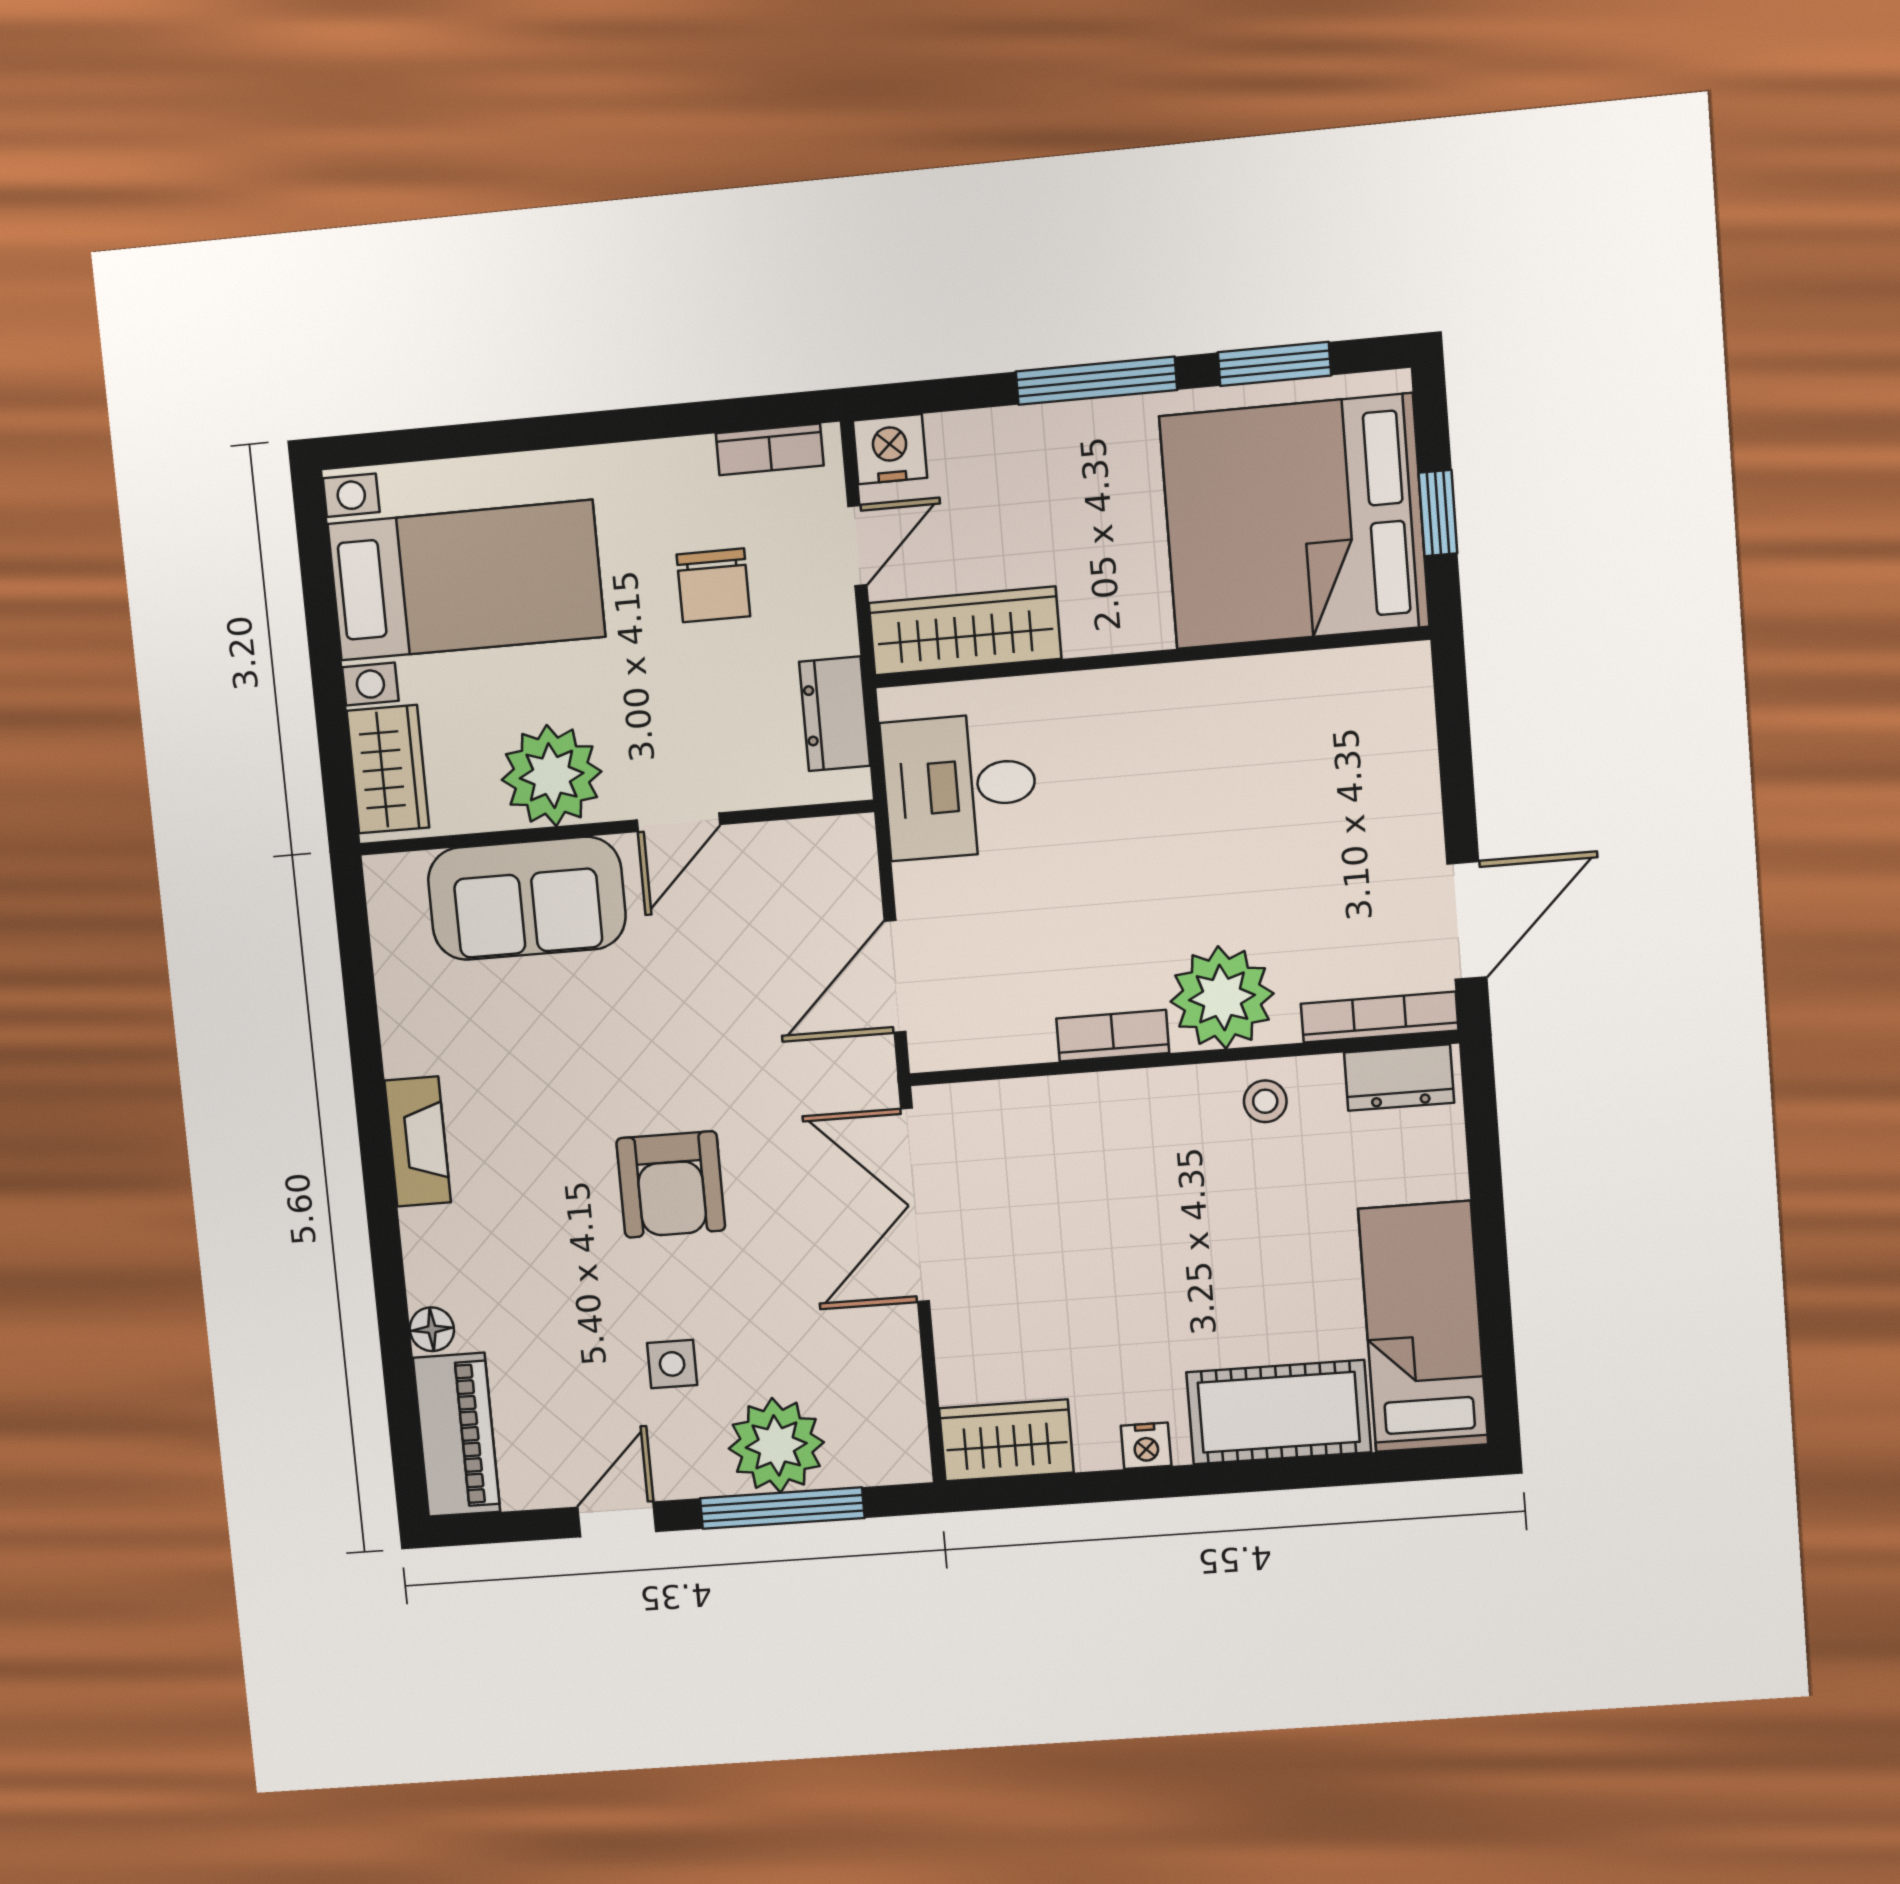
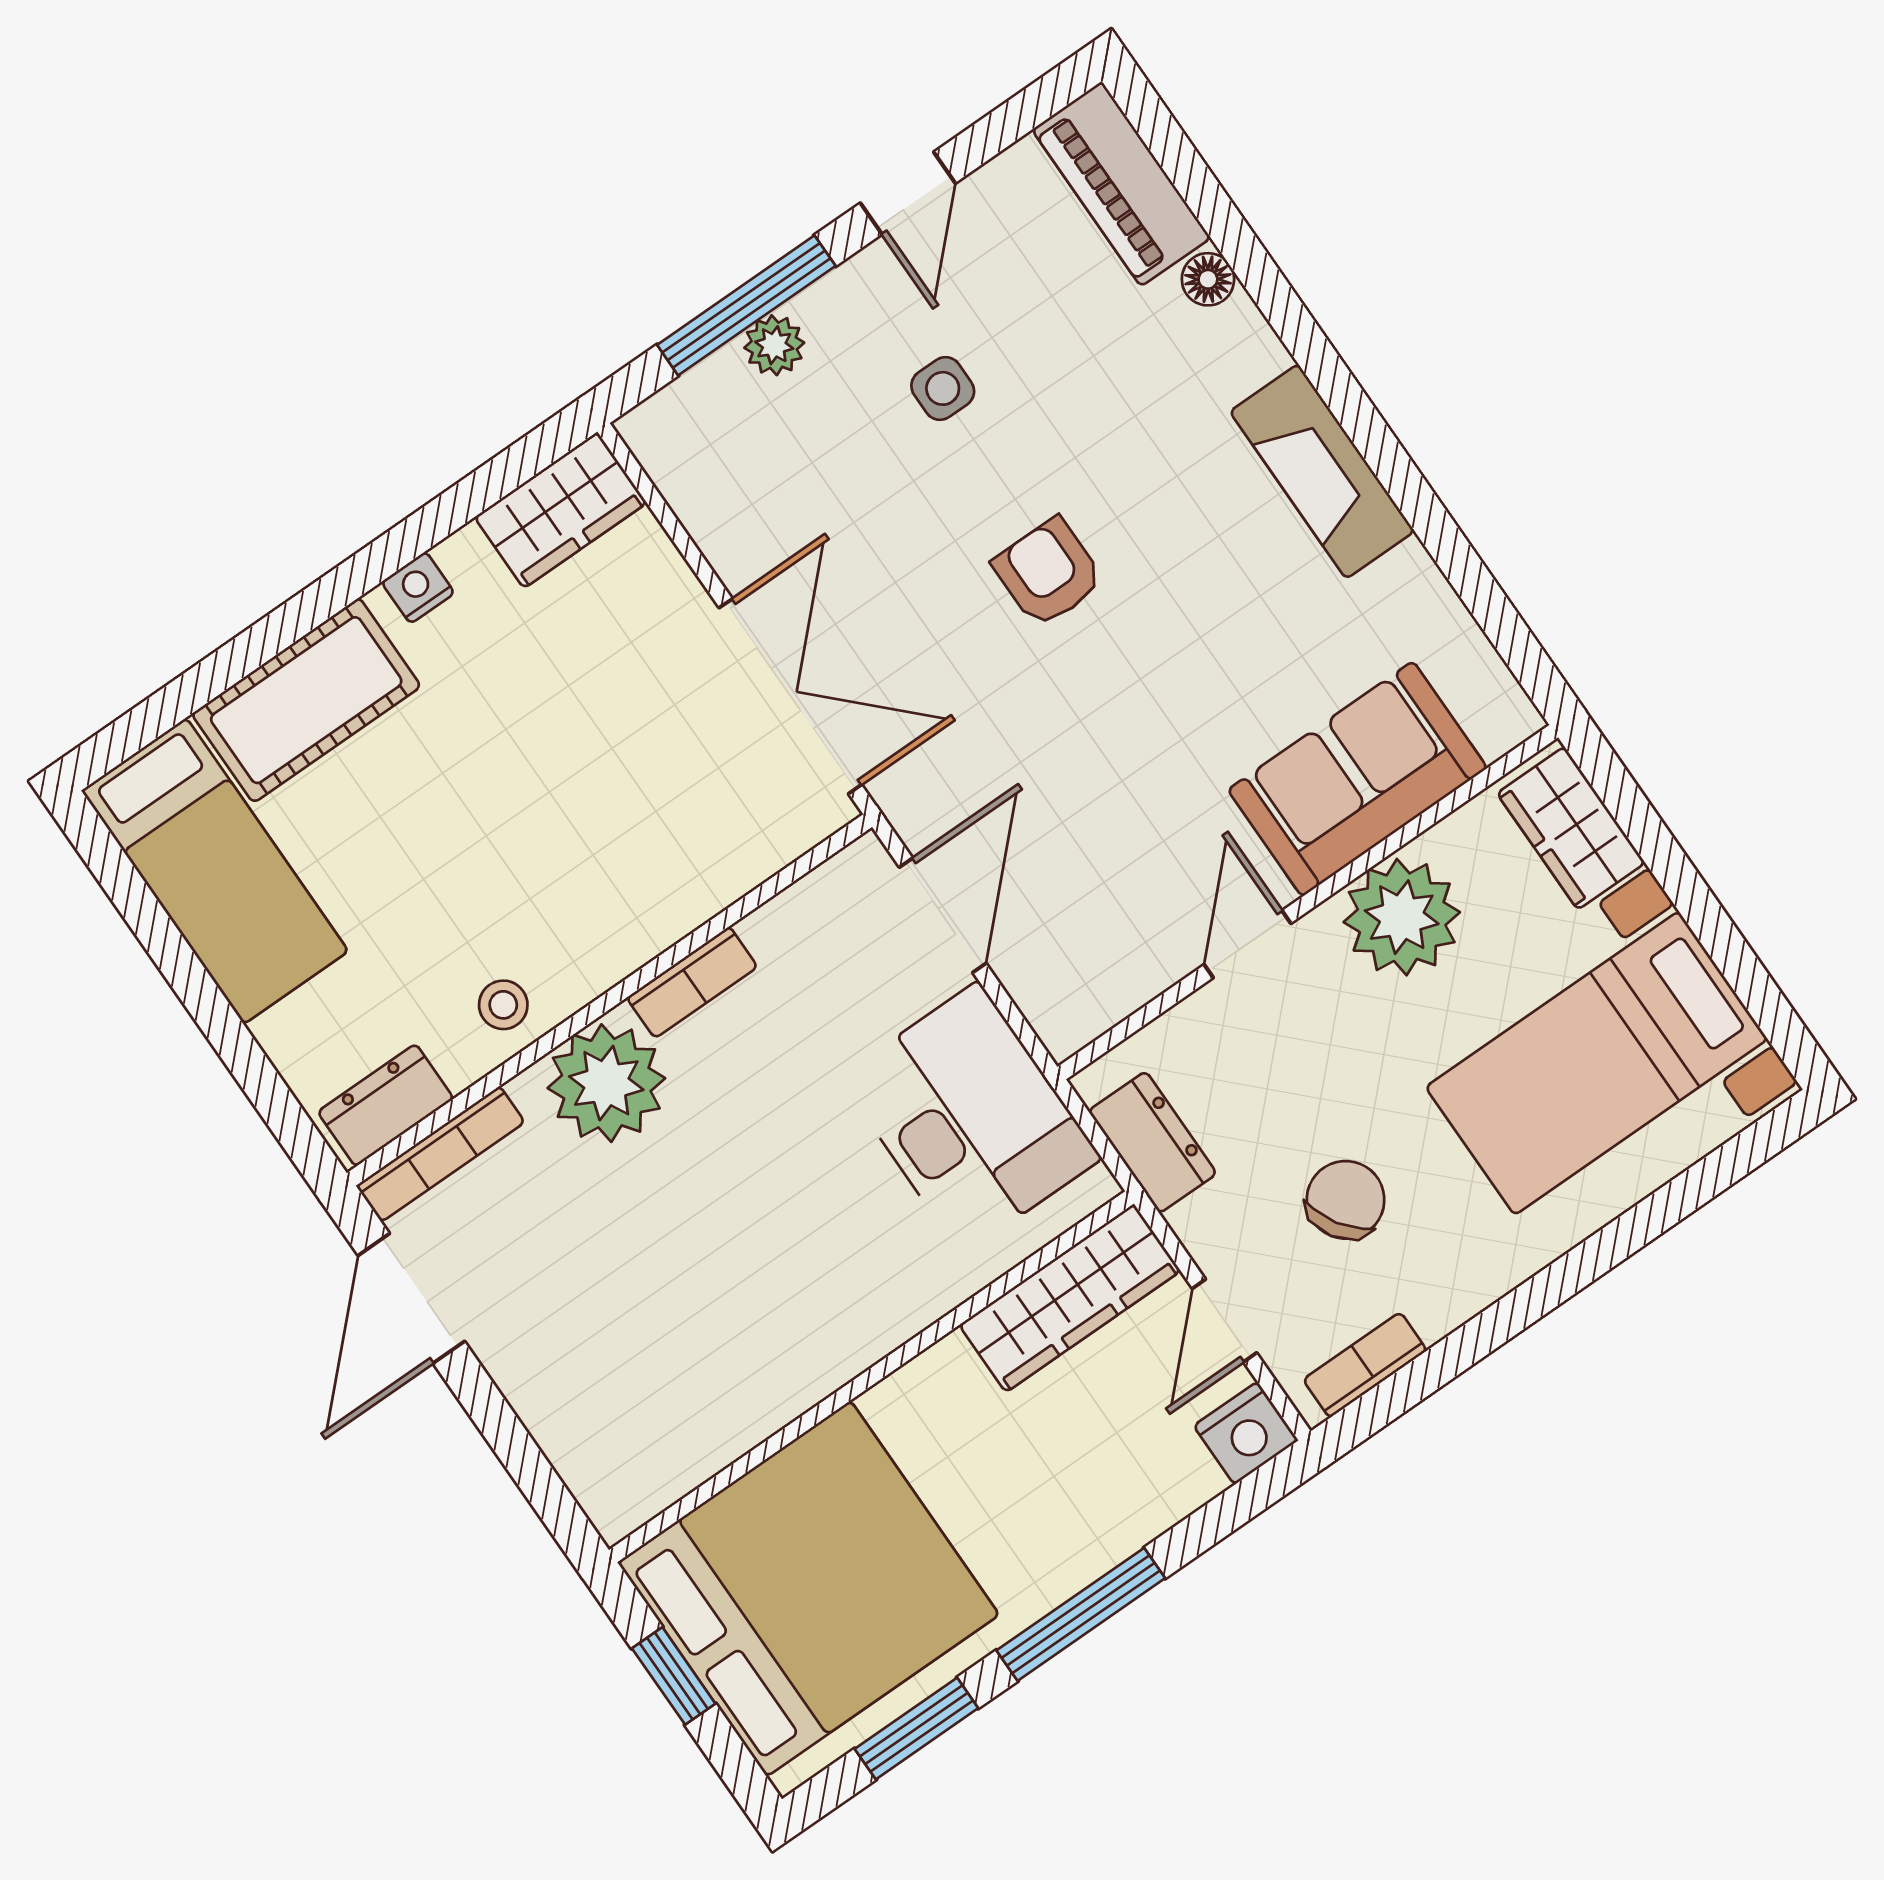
chair: (713, 585) -> (1346, 1200), turned 57
desk: (960, 786) -> (970, 1118), width x1.37
fireplace: (418, 1141) -> (1322, 471), width x1.37, depth x1.32
armchair: (671, 1184) -> (1048, 573), width x0.72, depth x0.72
plant: (776, 1445) -> (774, 345), width x0.53, depth x0.53

